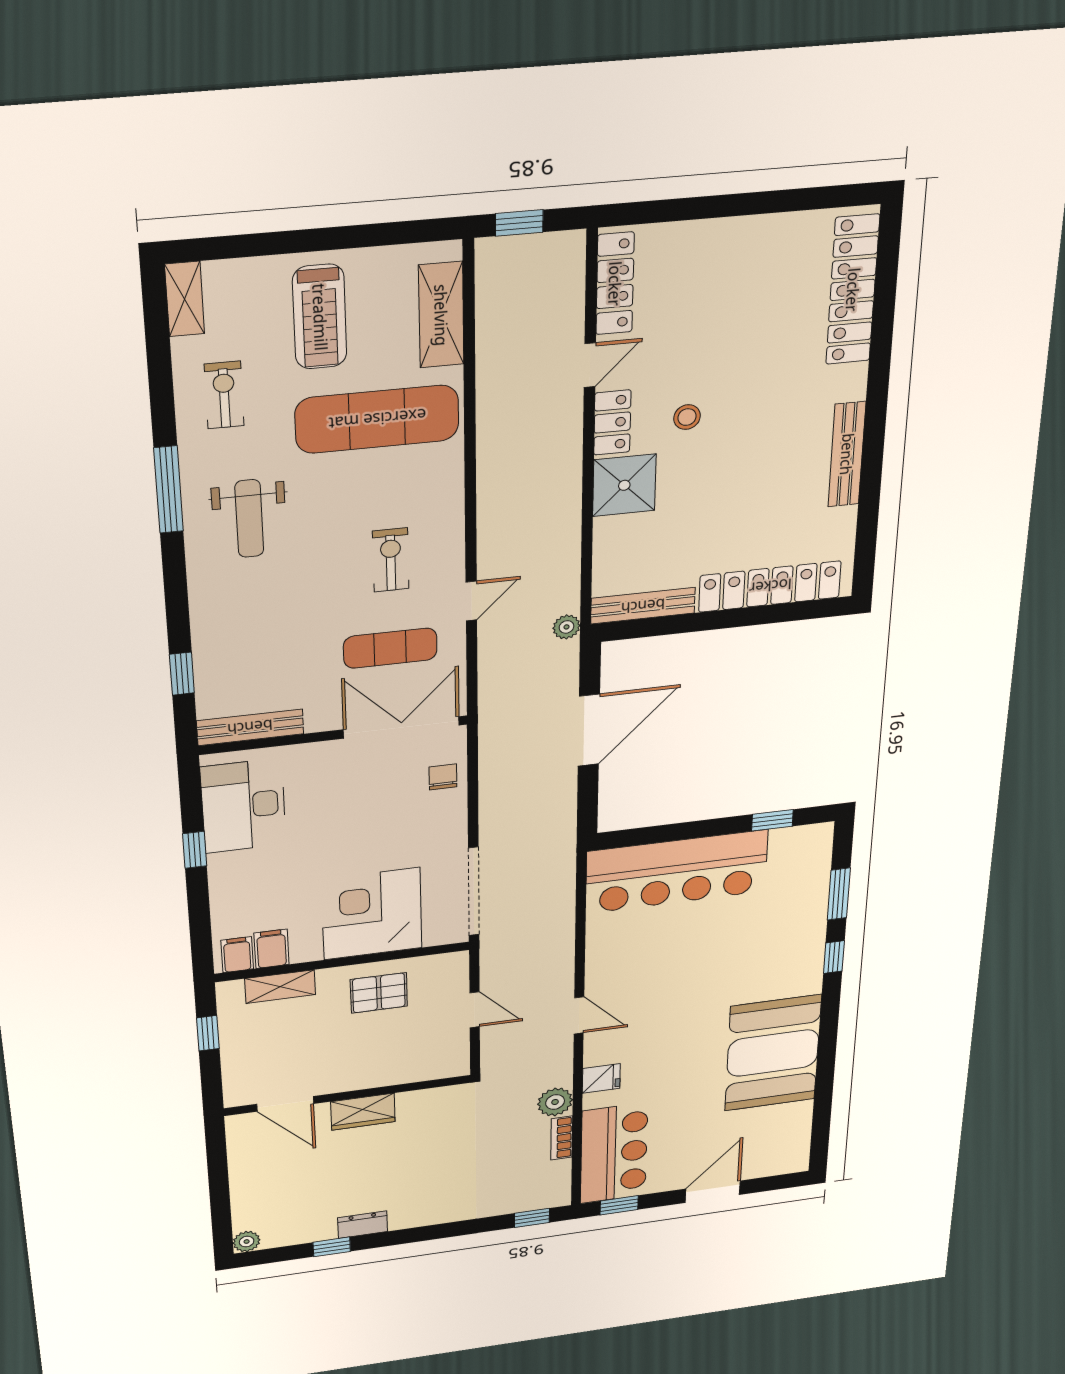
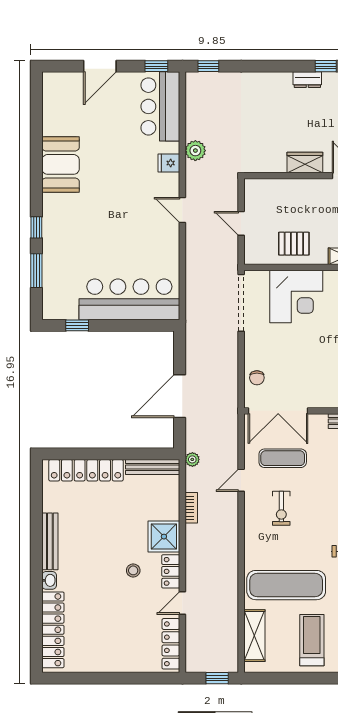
washbasin: (853, 383) -> (49, 580), added
booth: (773, 1053) -> (61, 164), width x0.73, depth x0.70
bookcase: (562, 1138) -> (191, 508), moved

